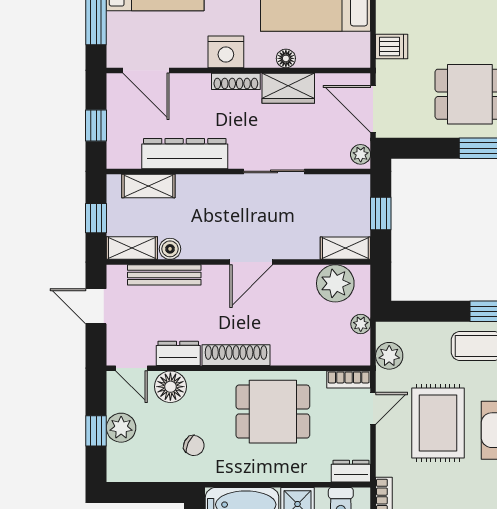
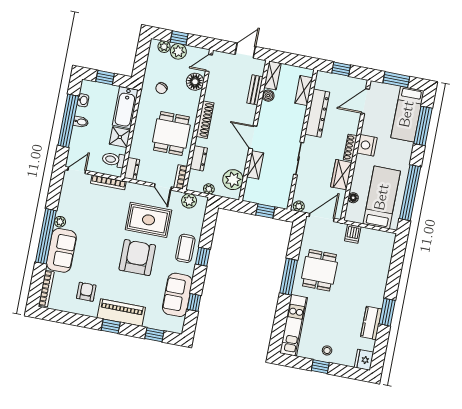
floor lamp: (286, 58) -> (353, 198), moved
window: (96, 218) -> (292, 60), removed
shelving: (345, 248) -> (255, 165), moved
bench: (164, 275) -> (255, 90), width x0.73
dresser: (178, 353) -> (199, 158), moved
plant: (117, 455) -> (164, 47), added

